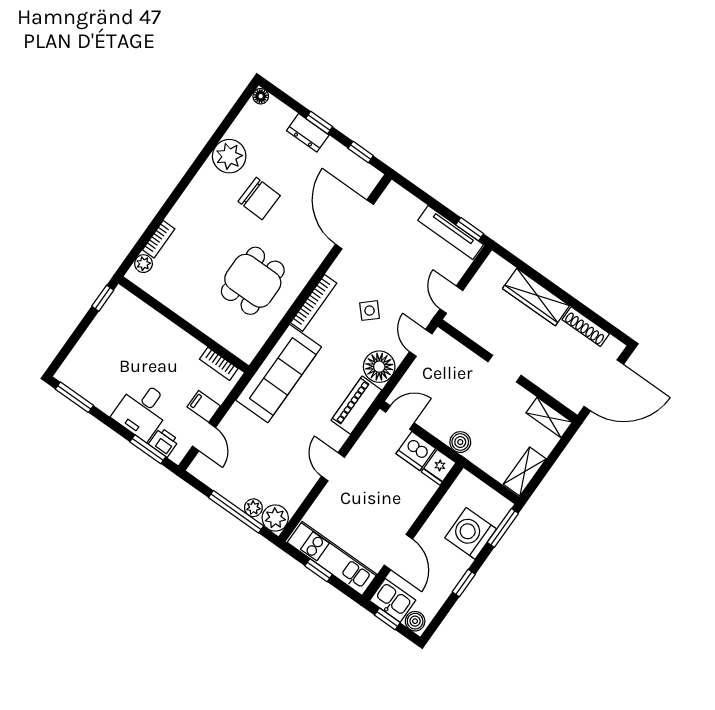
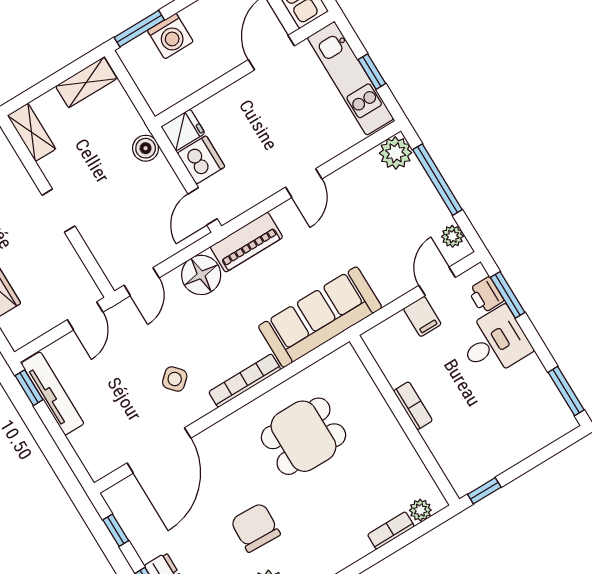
side table: (370, 311) -> (175, 379), moved
bookcase: (219, 364) -> (413, 406), moved
door: (400, 417) -> (203, 206), hinge flipped
plant: (253, 508) -> (452, 236), moved
washing machine: (471, 533) -> (170, 36), width x0.73, depth x0.73

